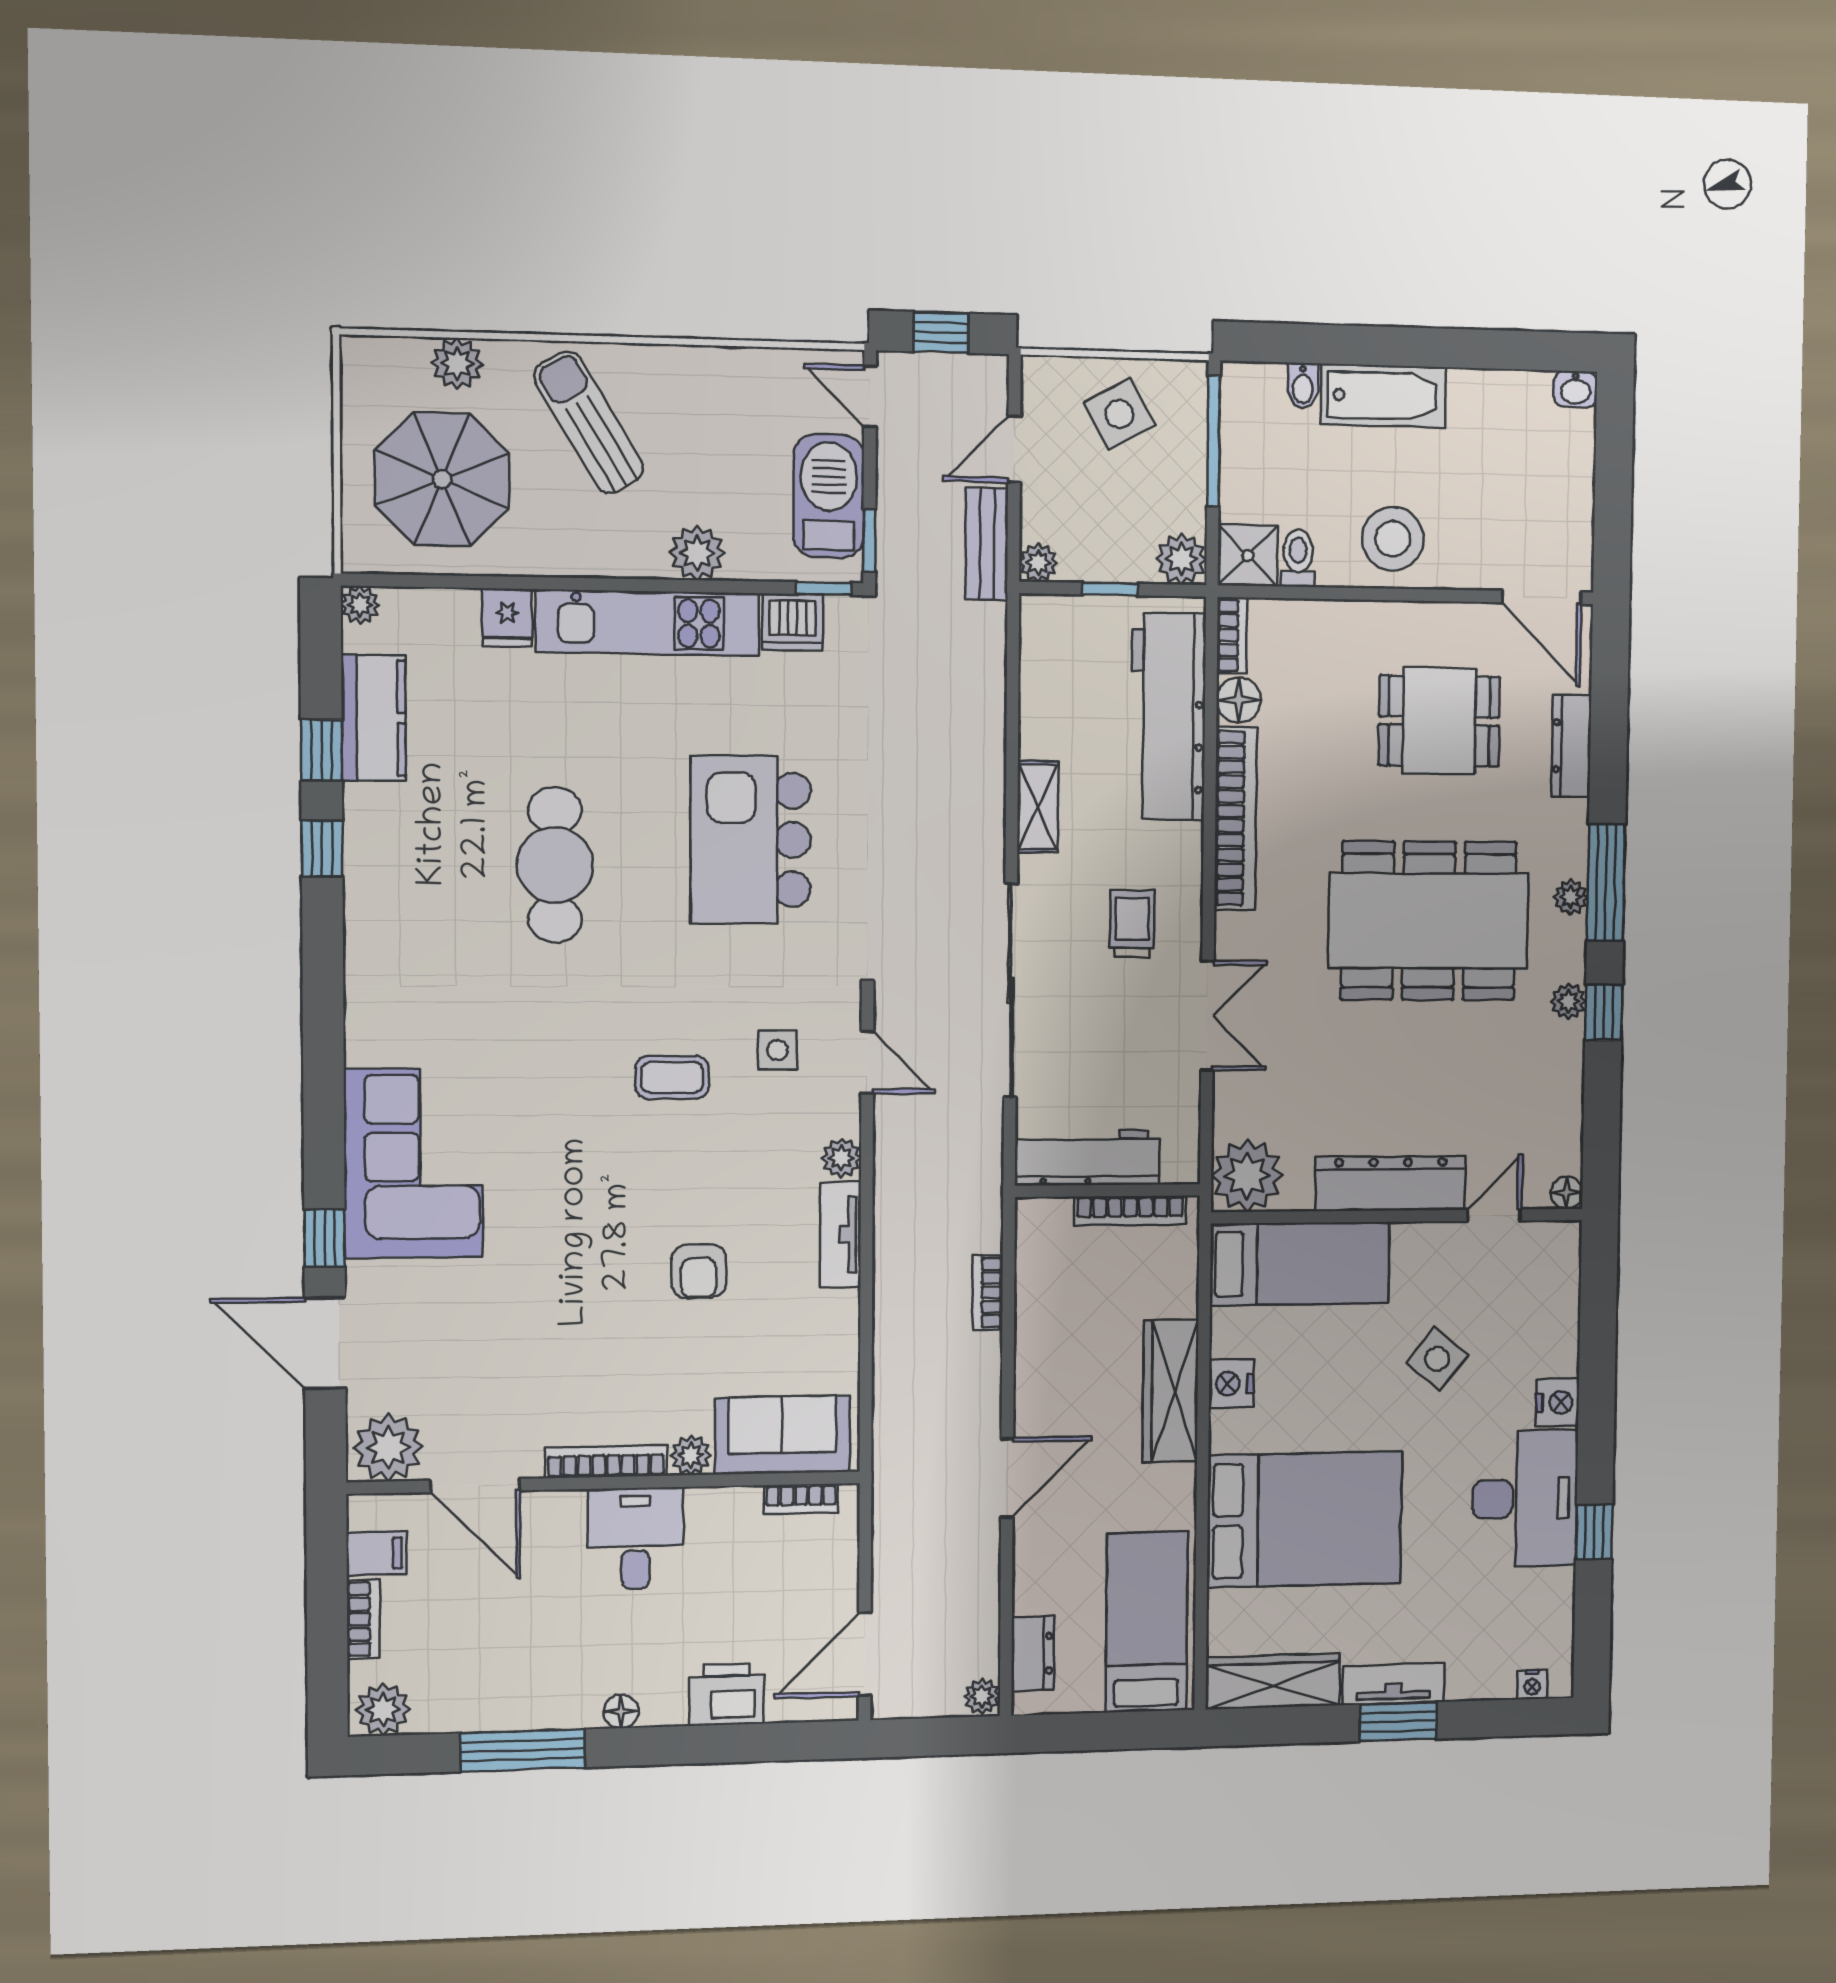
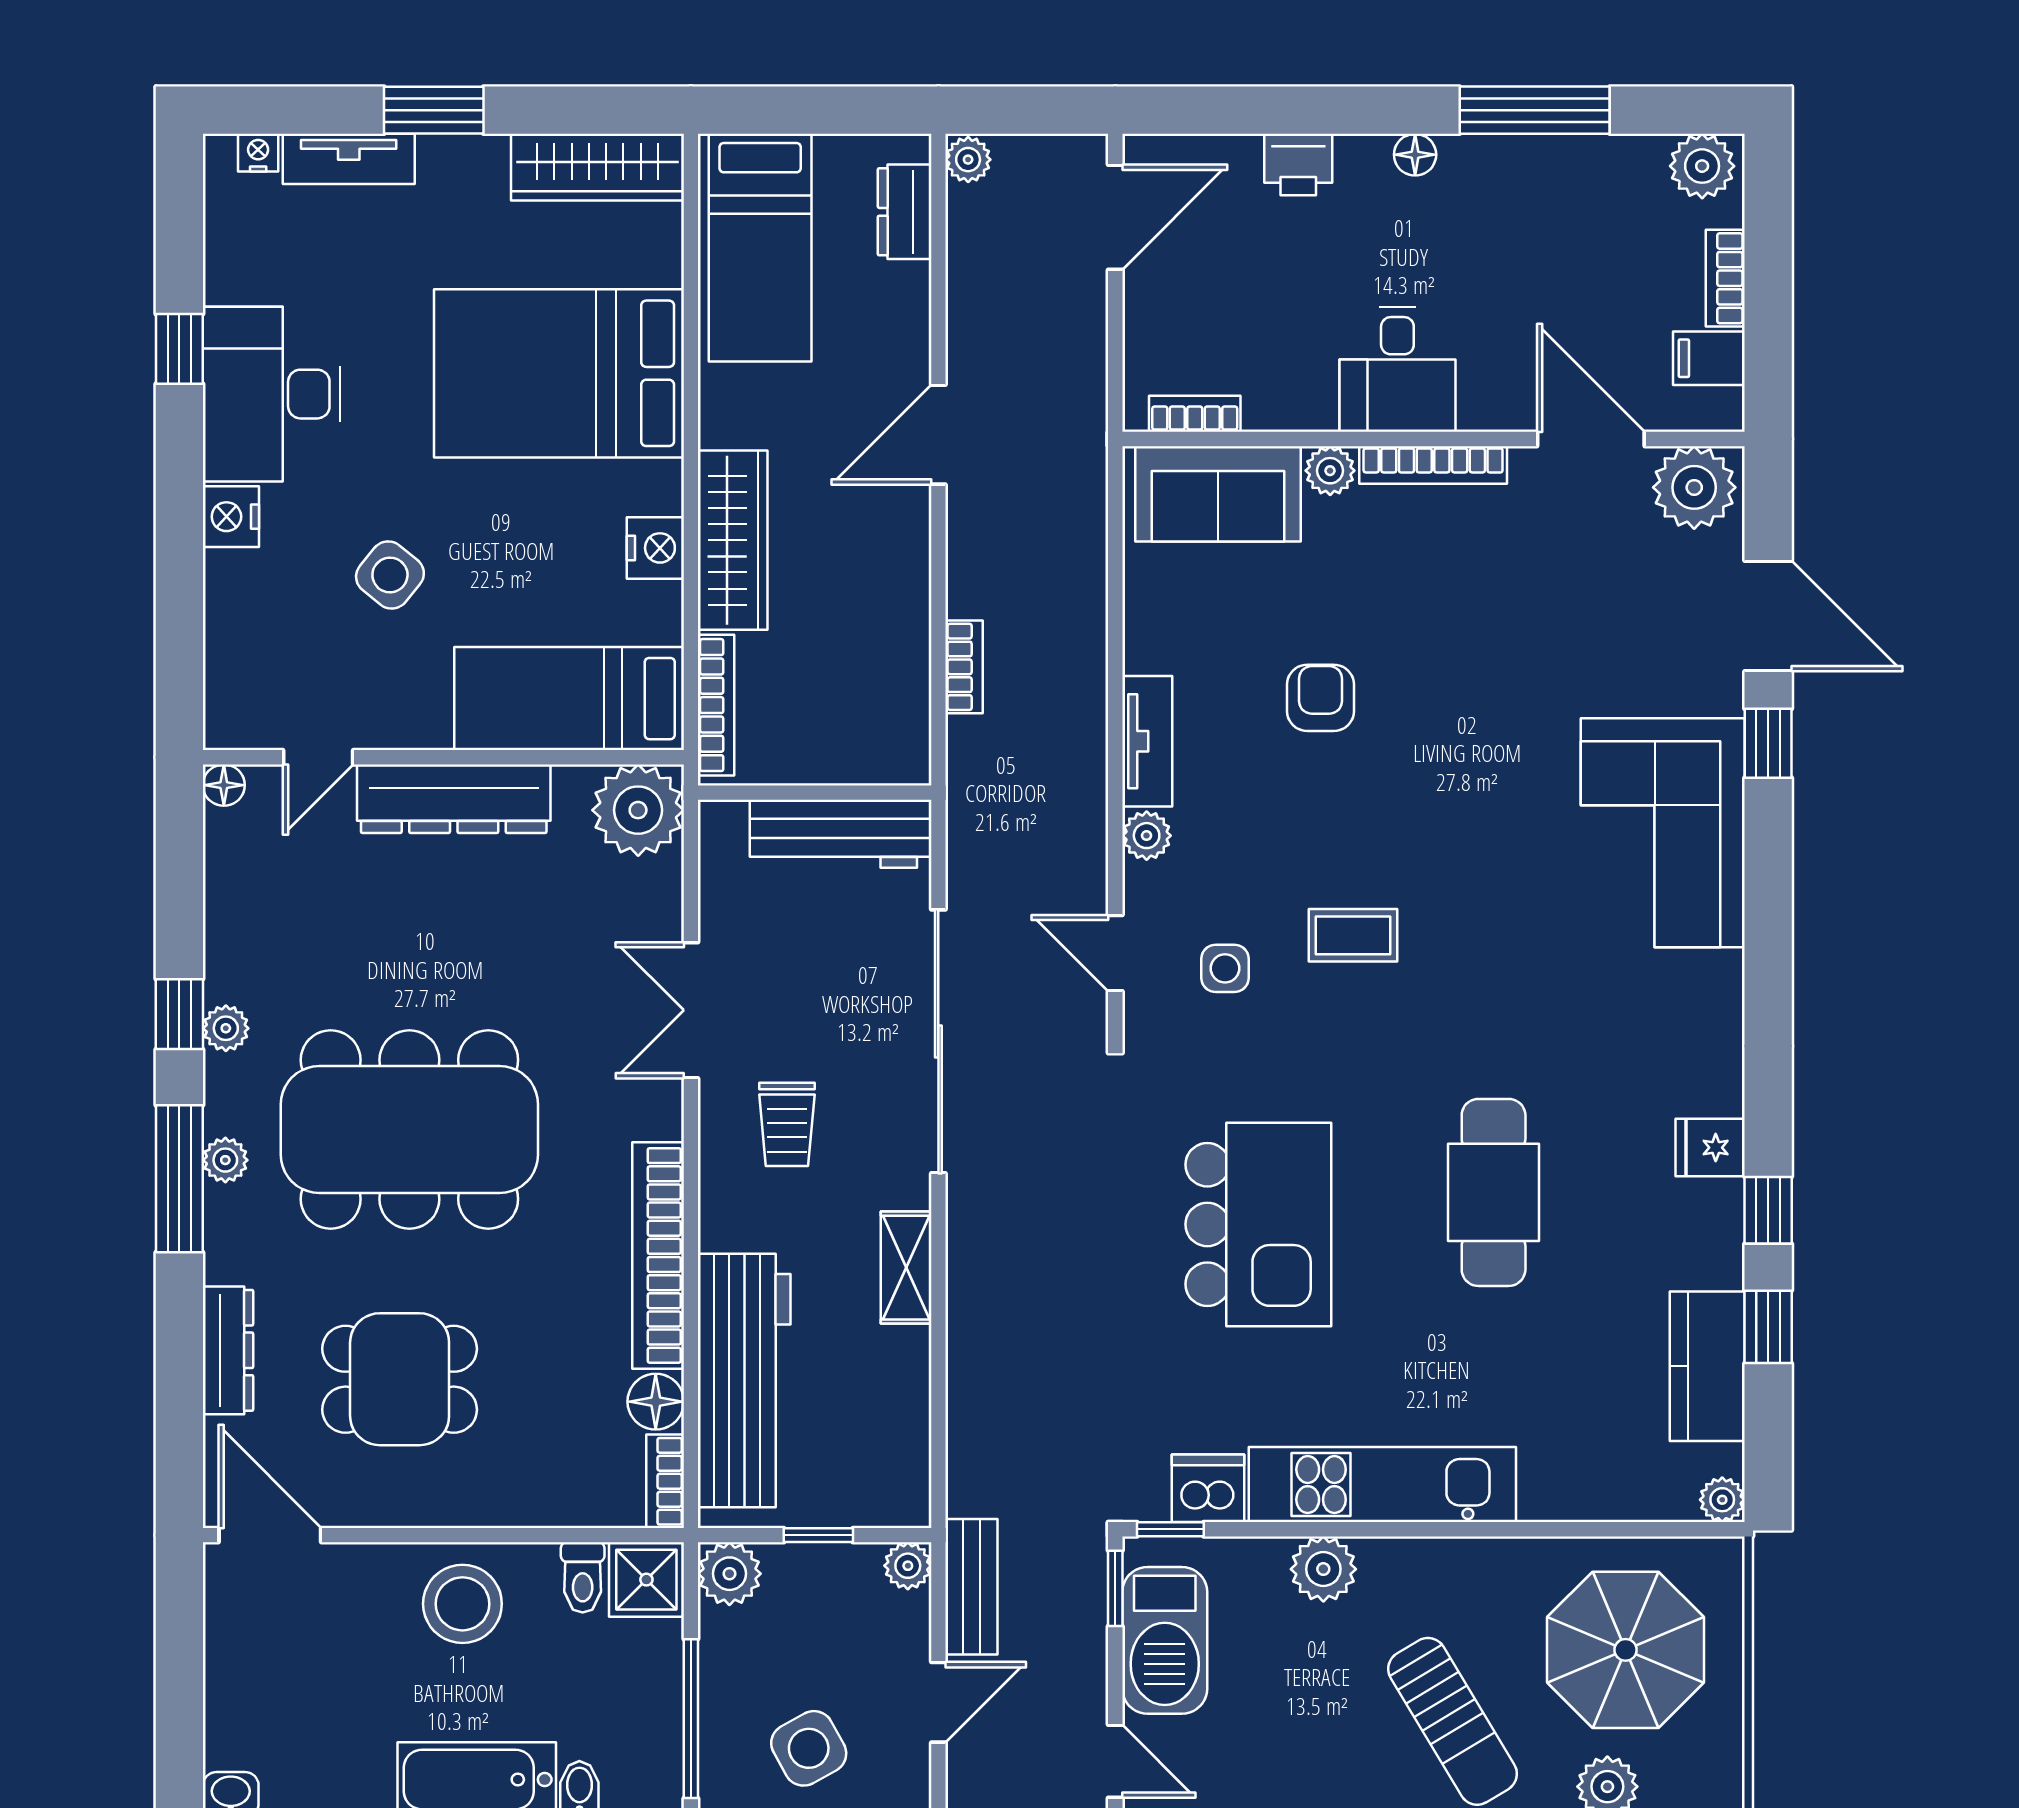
fridge: (507, 618) -> (1710, 1148), moved, turned -90
bookcase: (1130, 1211) -> (716, 705), moved, turned 90
tv unit: (1393, 1684) -> (349, 159), moved
printer: (727, 1694) -> (1298, 165), width x0.73, depth x0.81

